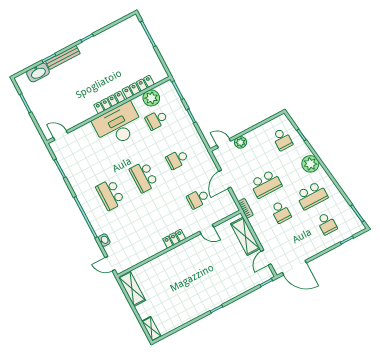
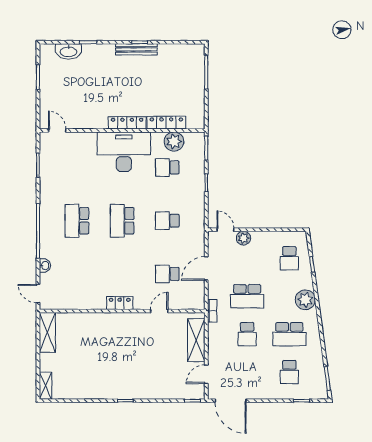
bench: (63, 57) -> (136, 49), moved
door: (207, 229) -> (159, 311), swing flipped

